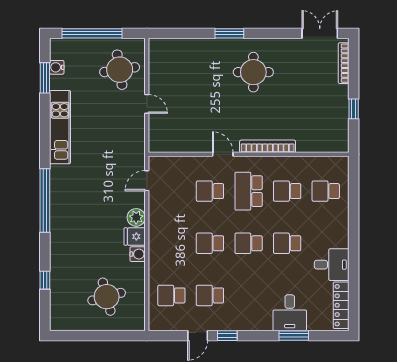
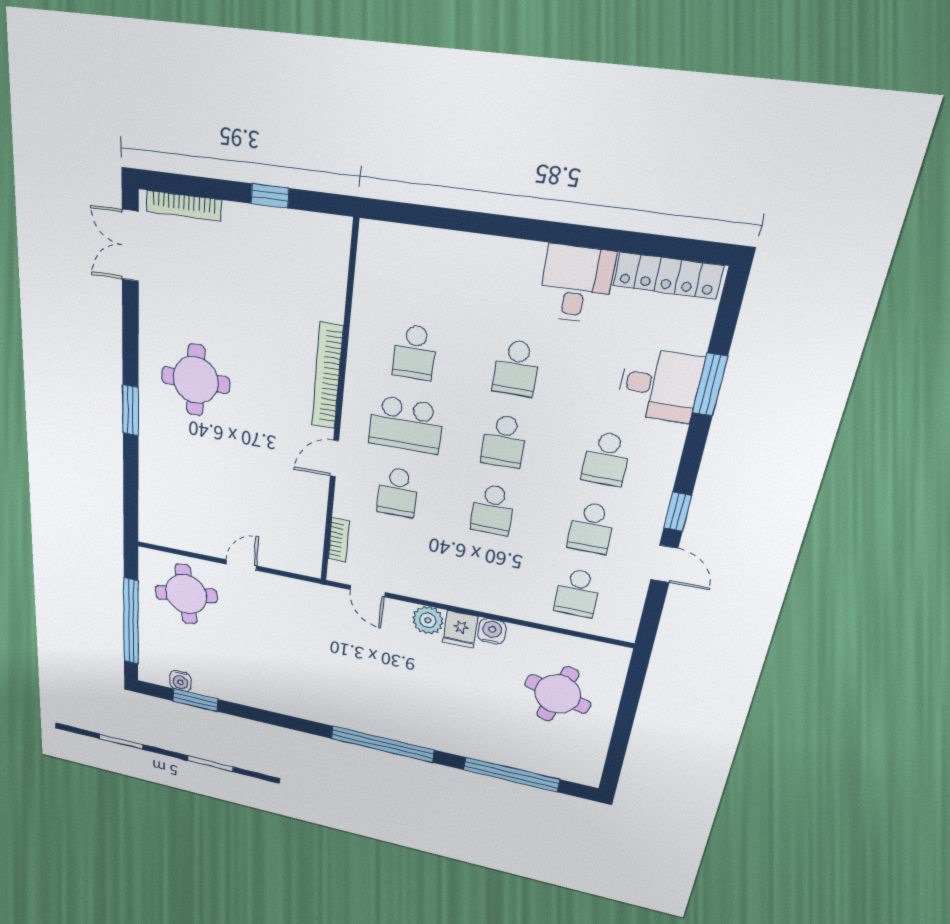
kitchen unit: (60, 127) -> (270, 697), removed
bookcase: (175, 161) -> (339, 540), added
school desk: (326, 191) -> (606, 459), moved
window: (45, 280) -> (511, 775), width x3.17
round table: (107, 297) -> (558, 694), turned 31

